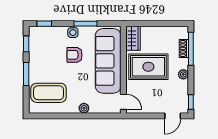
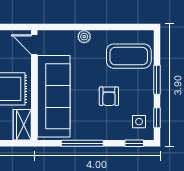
window: (85, 24) -> (82, 143), width x1.44
side table: (73, 33) -> (139, 122), moved
armchair: (74, 55) -> (109, 96), moved, turned 90

